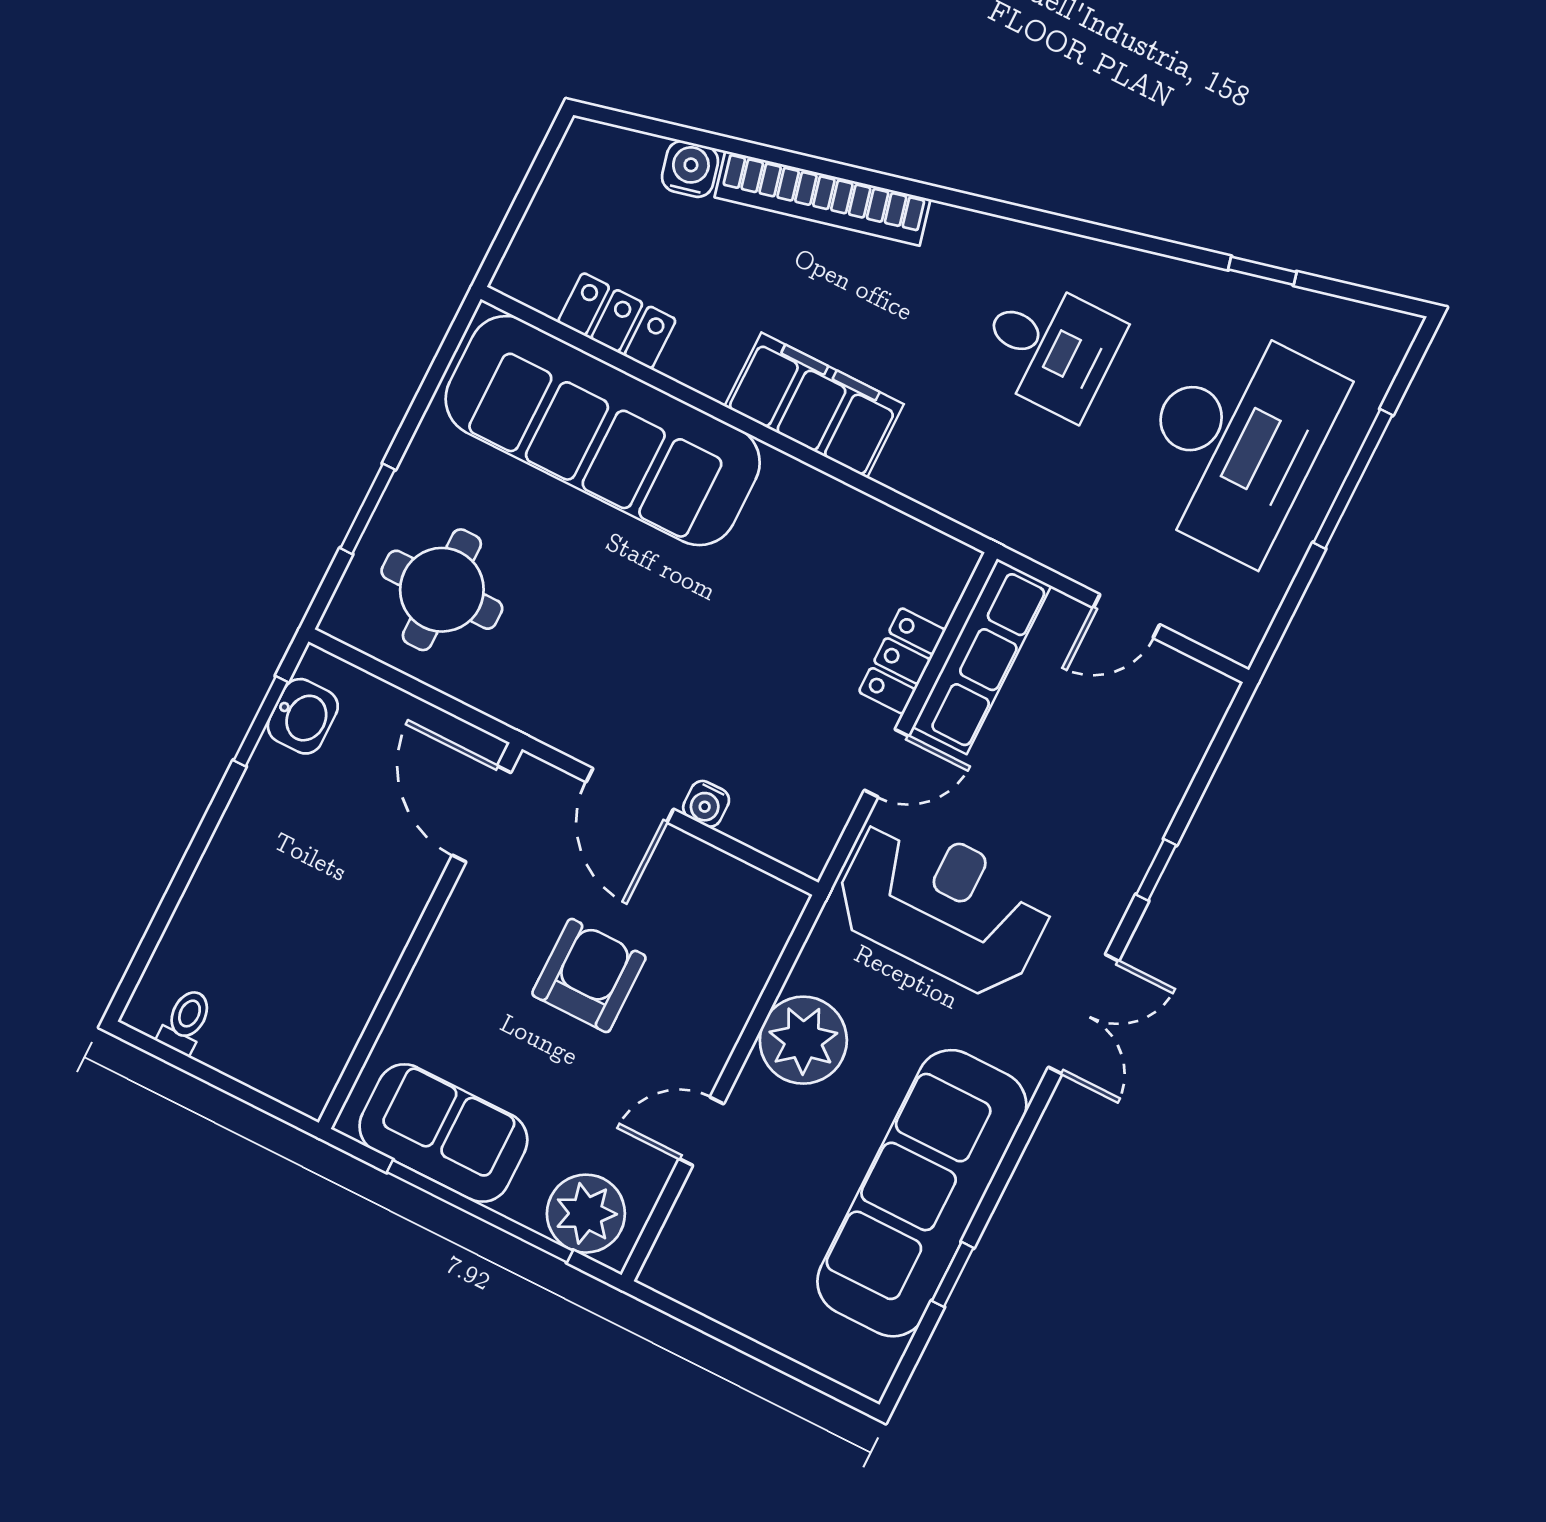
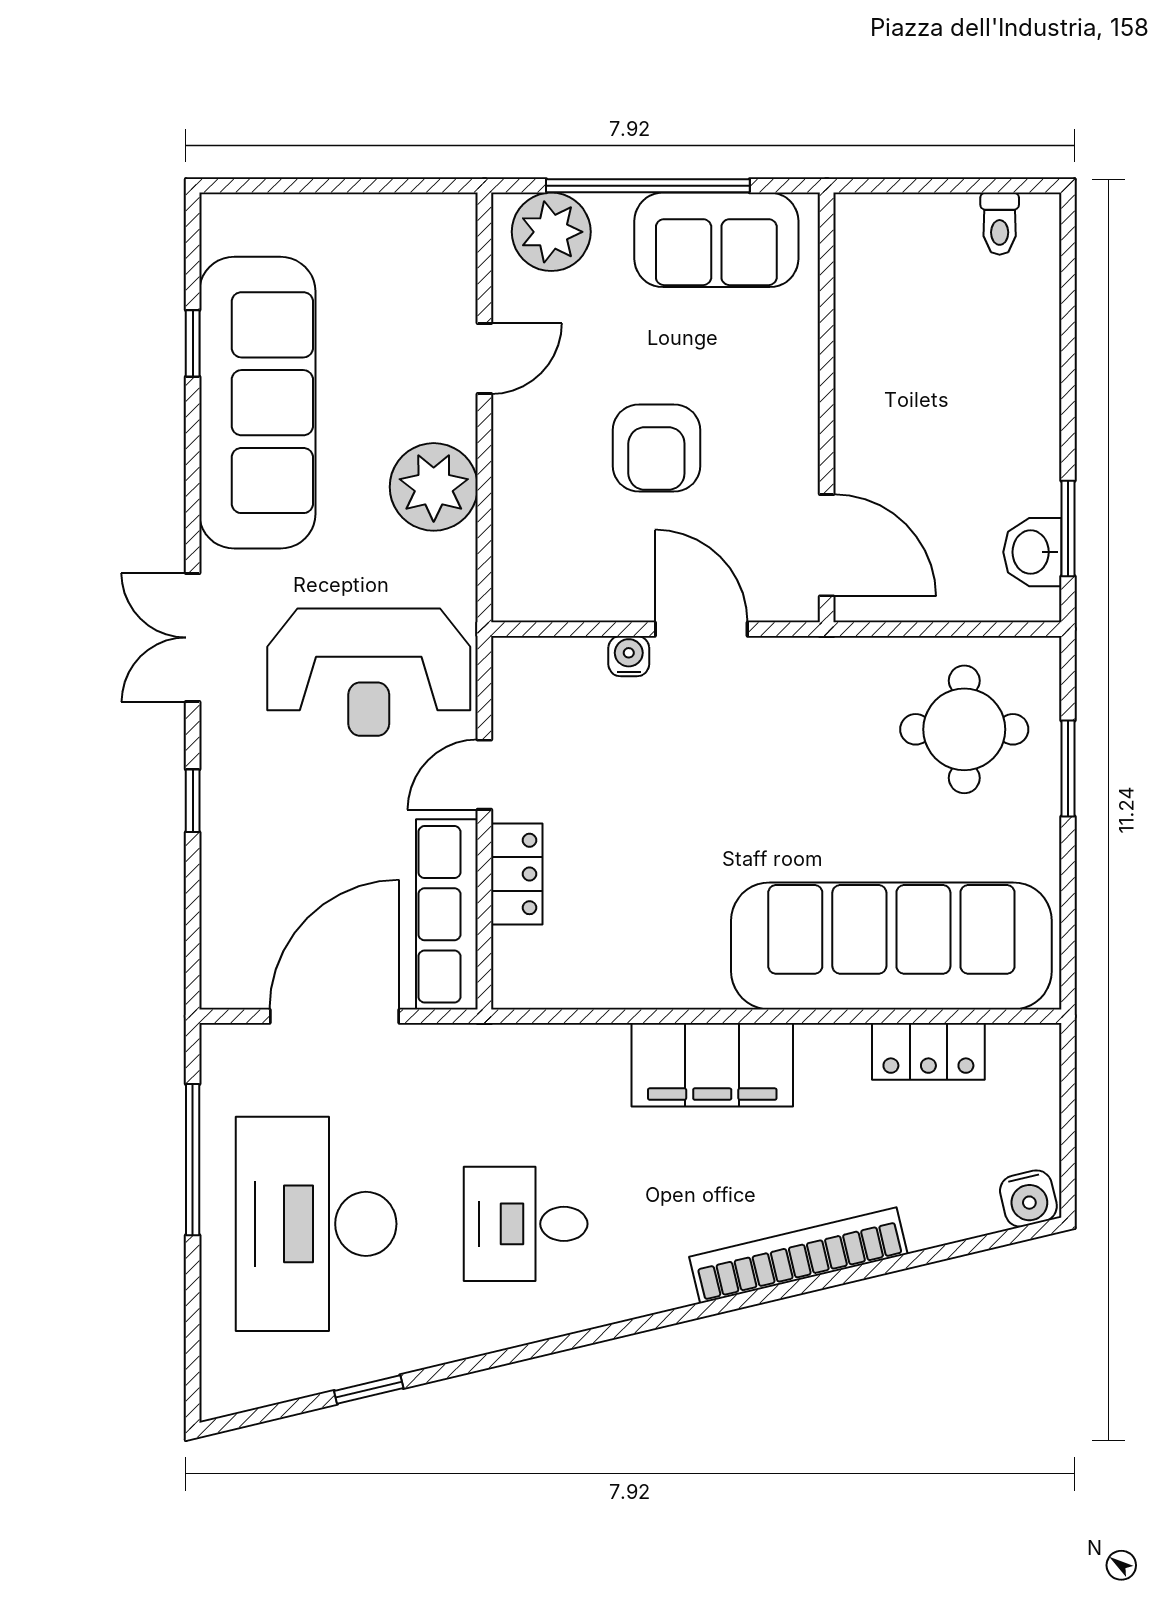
water cooler: (690, 169) -> (1028, 1199), moved
window: (1353, 479) -> (193, 1160), moved
door: (1127, 616) -> (335, 1016), width x1.87

